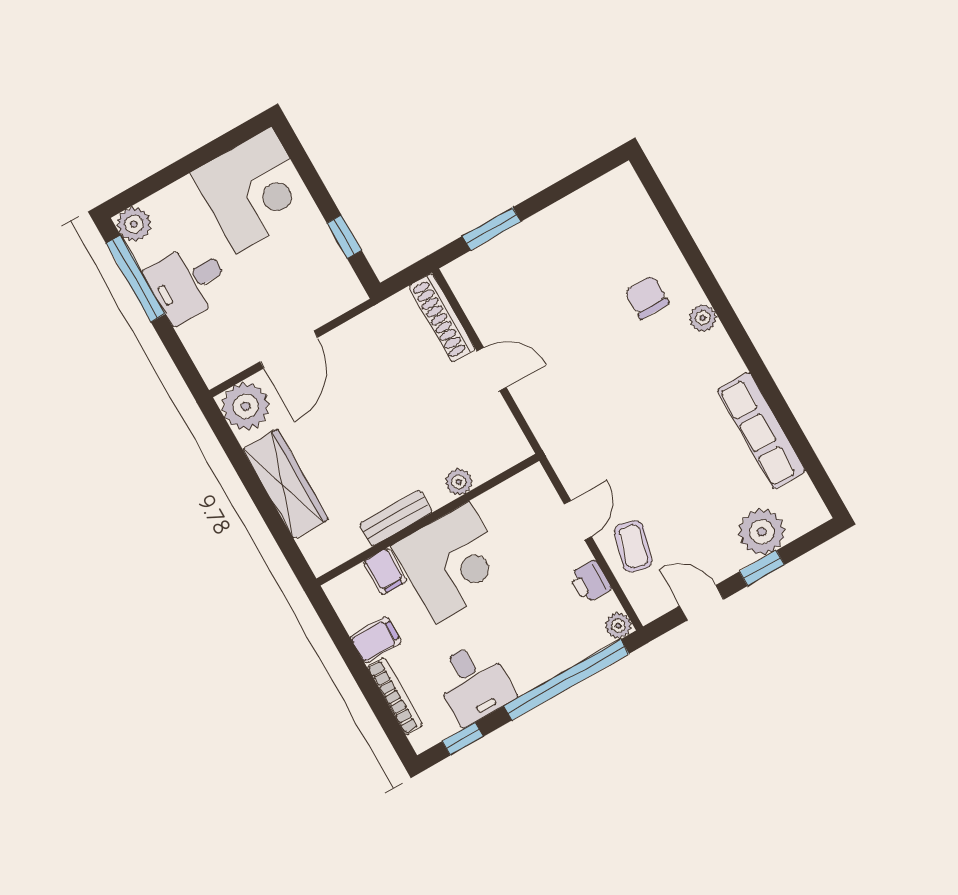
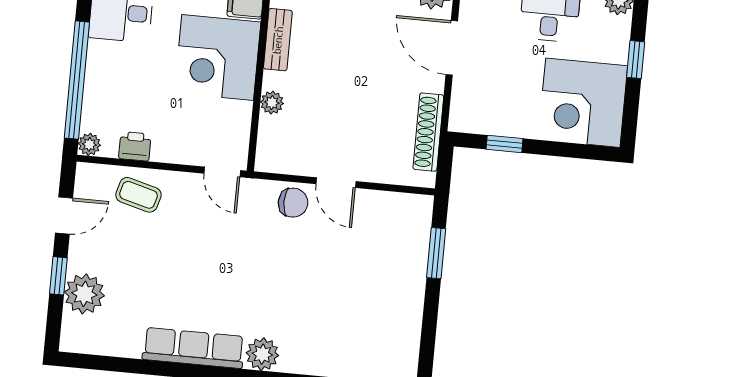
window: (179, 169) -> (636, 60), added
chair: (647, 297) -> (293, 203), moved
shoe rack: (442, 318) -> (428, 132), moved, turned -90
plant: (703, 318) -> (262, 354), width x1.38, depth x1.38
door: (492, 369) -> (336, 183), hinge flipped
row of seats: (762, 431) -> (193, 348), moved
door: (578, 520) -> (222, 172), moved

